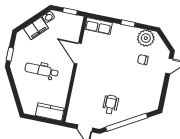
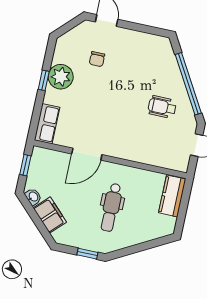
plant: (146, 38) -> (61, 77), moved

